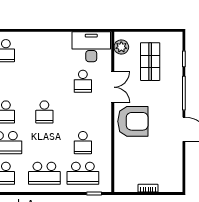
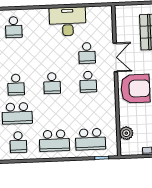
desk: (91, 47) -> (68, 21), moved
plant: (121, 47) -> (126, 133), moved
school desk: (83, 143) -> (88, 82), moved

